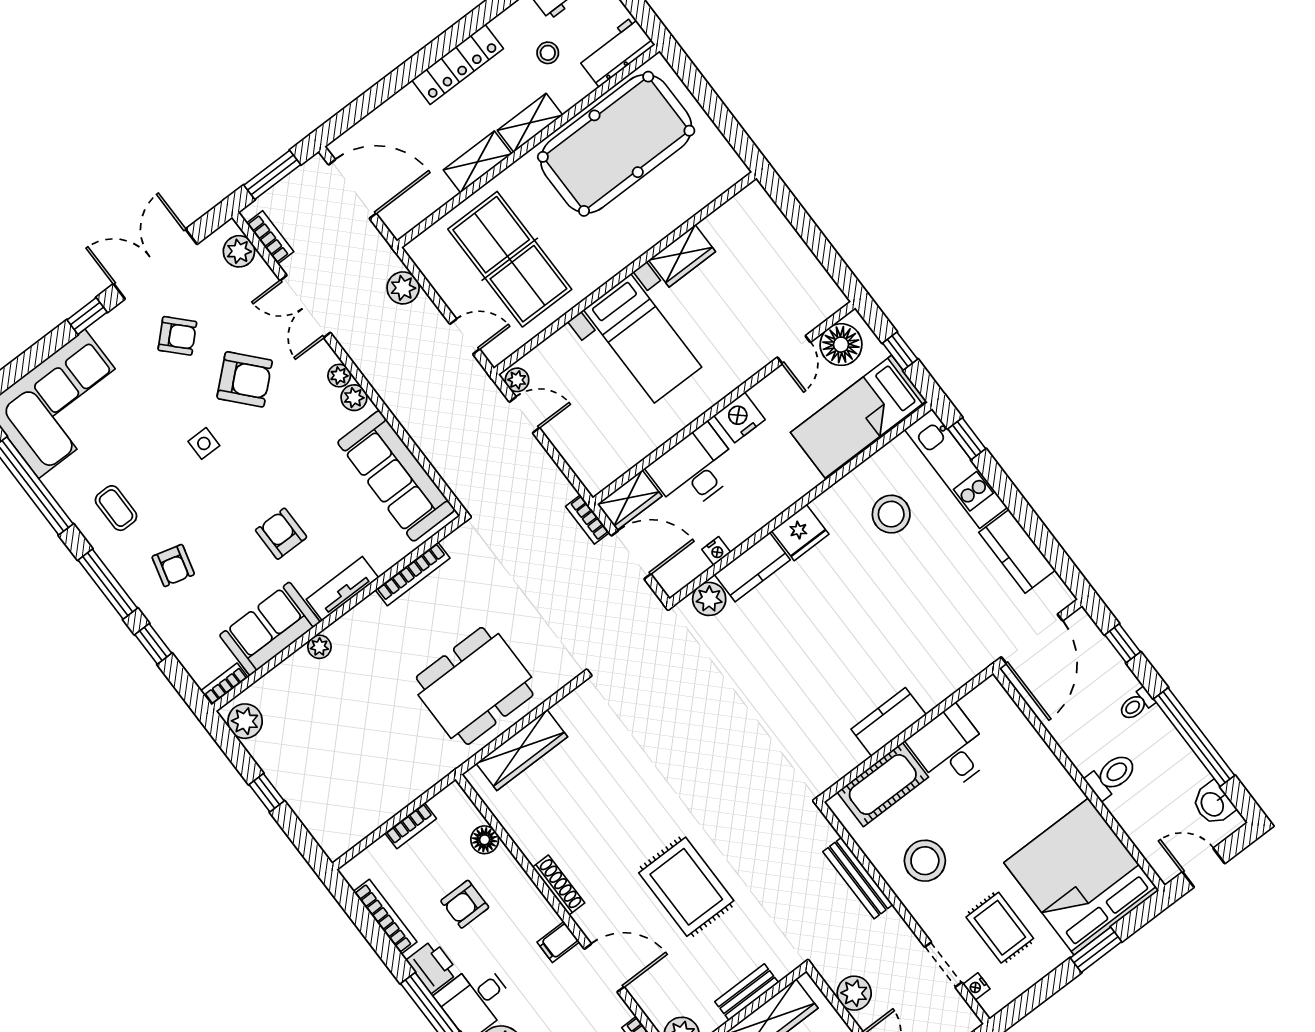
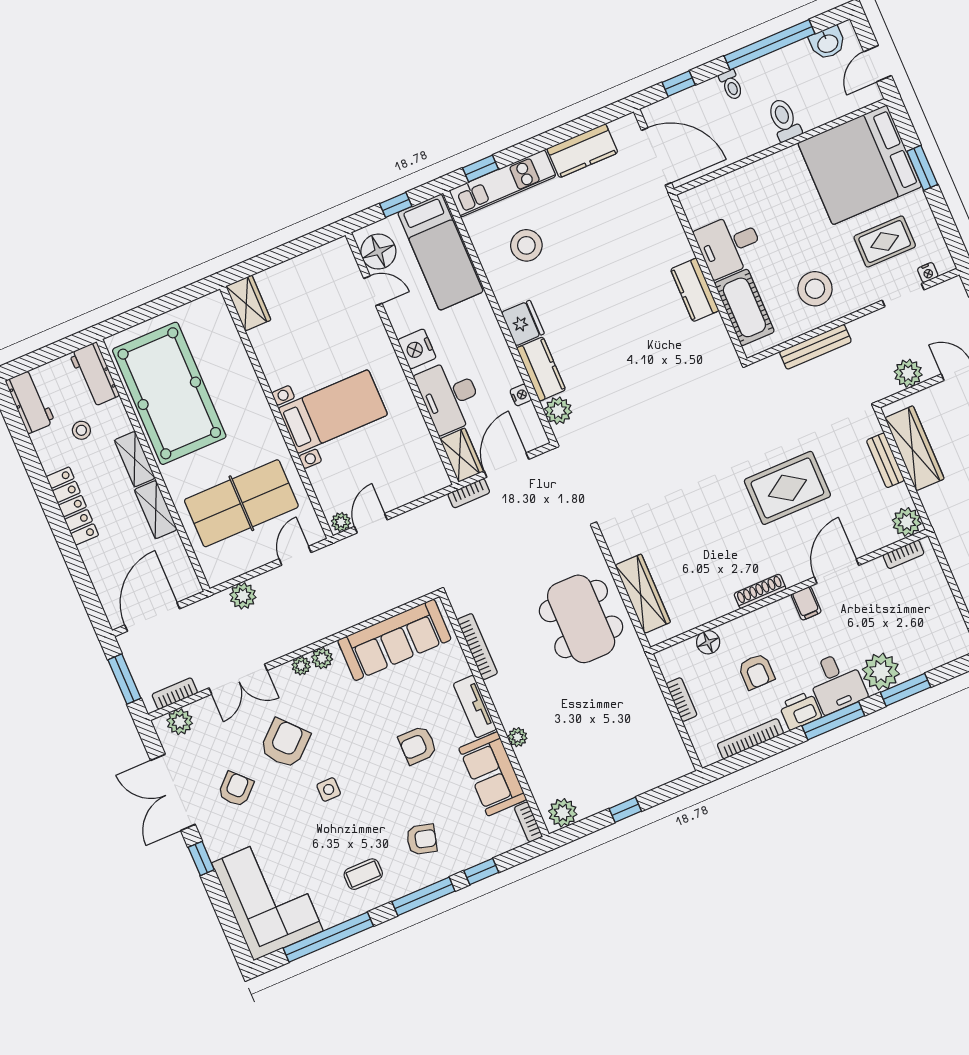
wardrobe: (682, 256) -> (248, 303), moved

